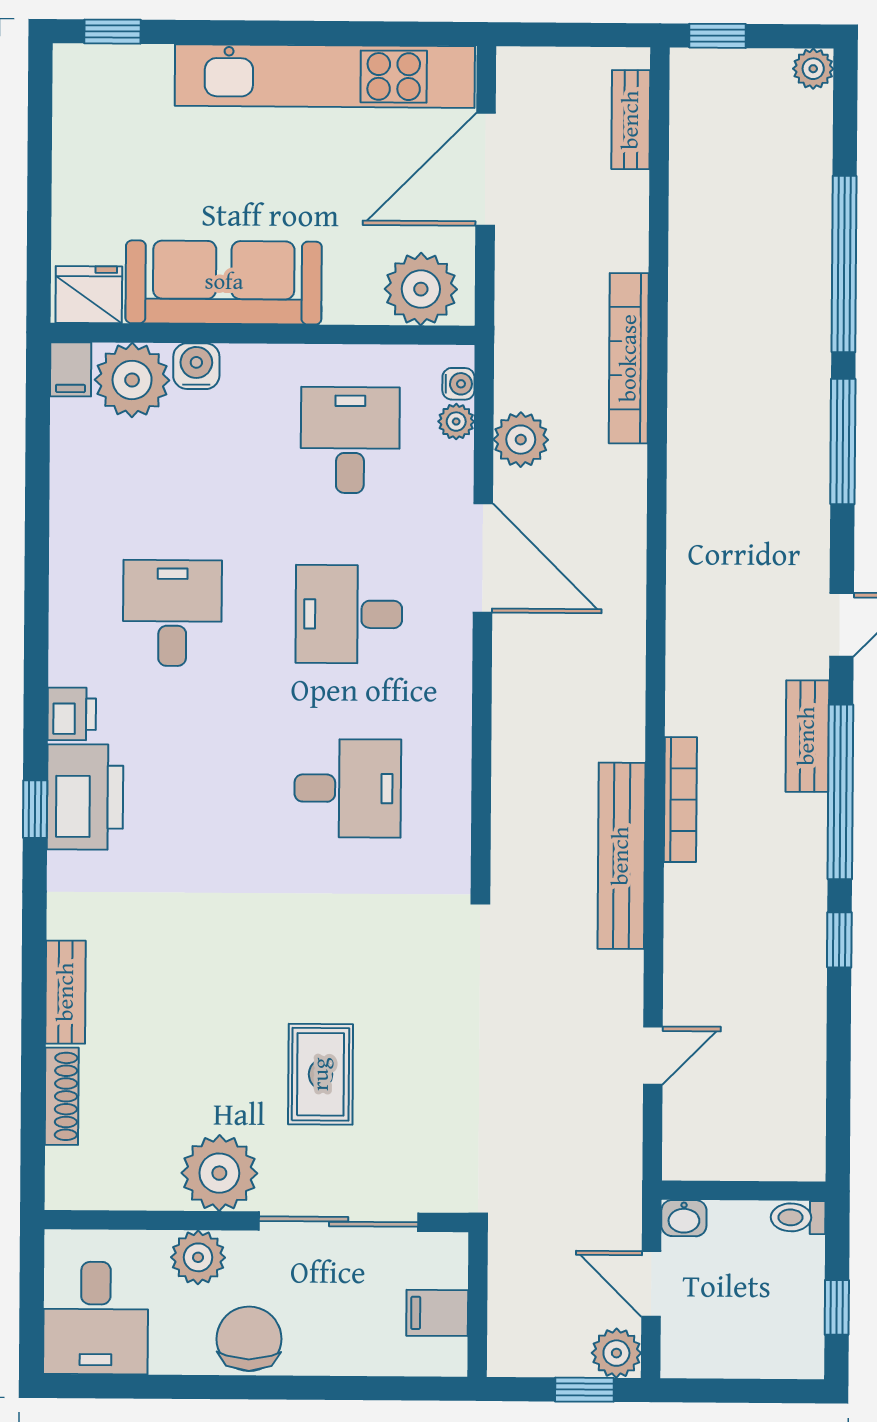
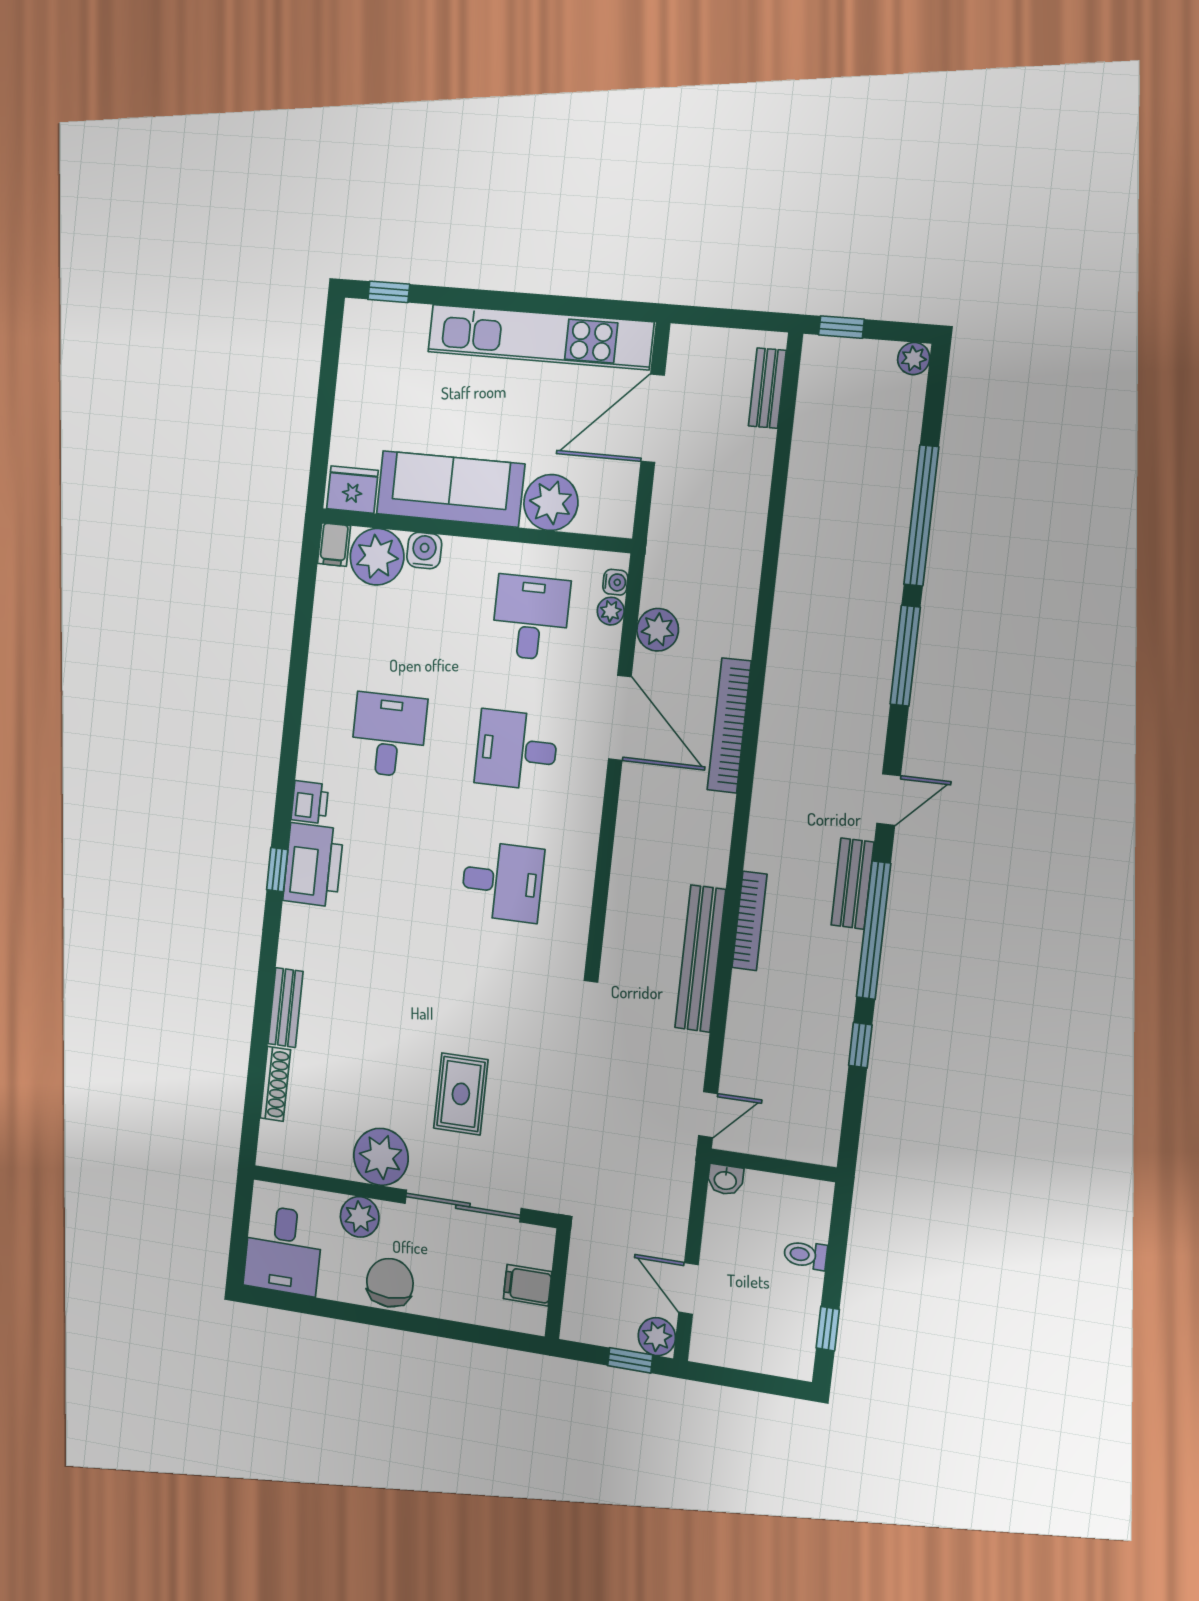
plant: (421, 289) -> (551, 503), moved
bookcase: (629, 358) -> (729, 725), moved
wall: (744, 1191) -> (773, 1165), moved
washbasin: (684, 1218) -> (725, 1180), moved

